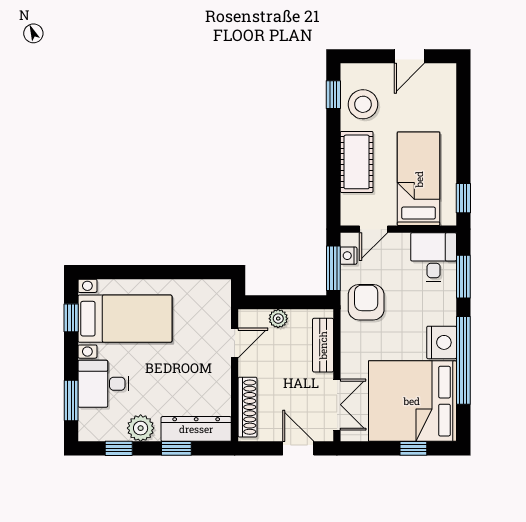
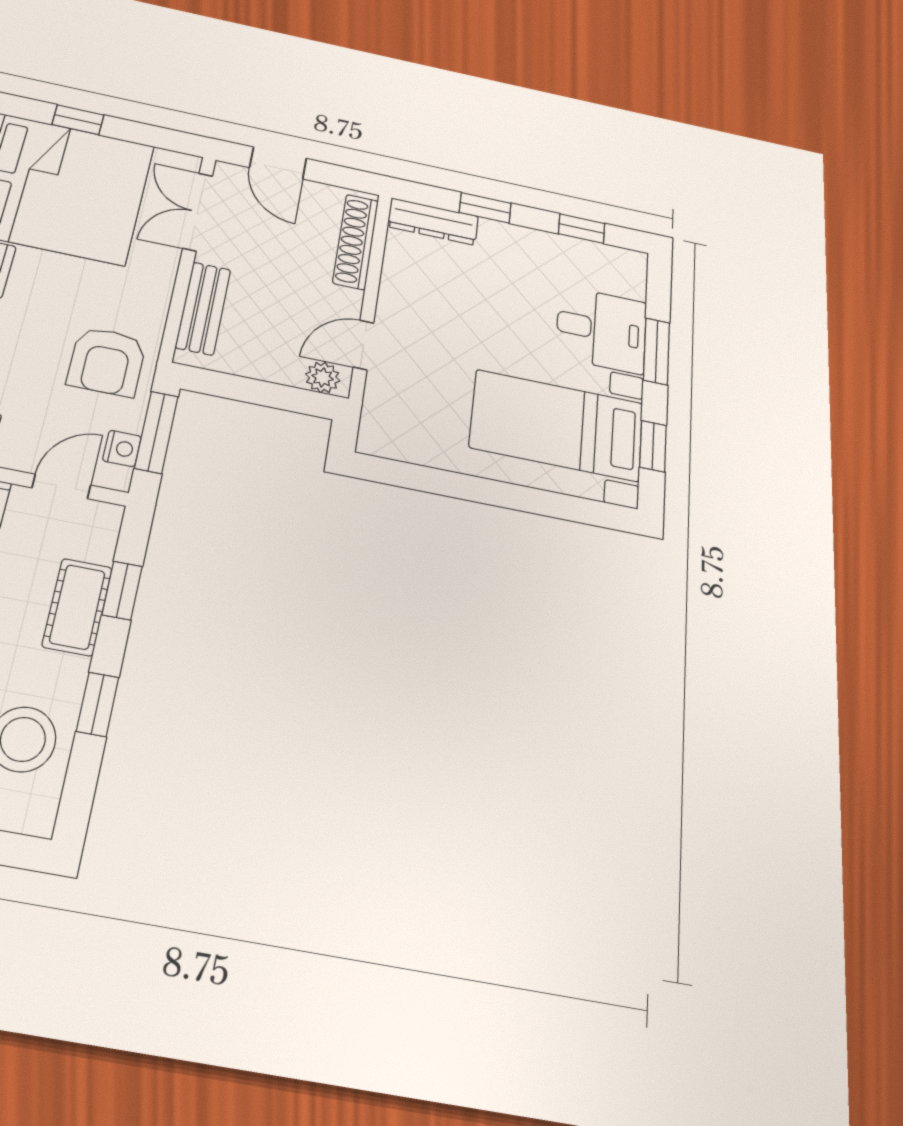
window: (333, 95) -> (98, 704), moved
cot: (357, 162) -> (77, 607), width x0.73, depth x0.75
window: (333, 182) -> (122, 590), added
plant: (278, 319) -> (323, 377), moved
window: (71, 400) -> (657, 351), moved
plant: (141, 428) -> (543, 250), removed
dresser: (196, 429) -> (433, 221), width x0.73, depth x0.80

